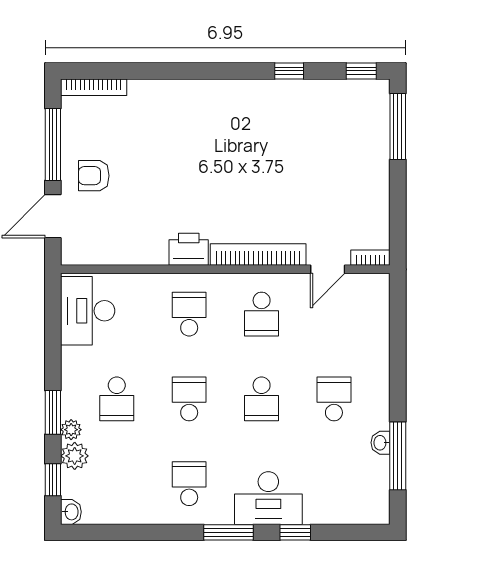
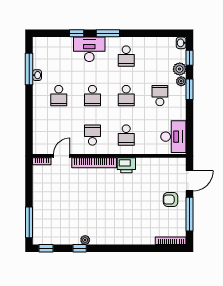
plant: (277, 89) -> (85, 240), added
armchair: (94, 176) -> (171, 200), turned 180
school desk: (262, 399) -> (92, 96), turned 180

